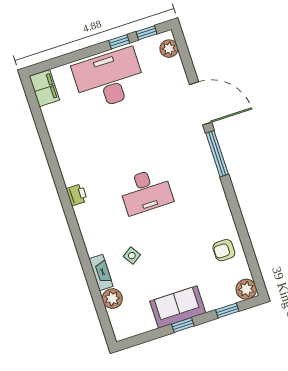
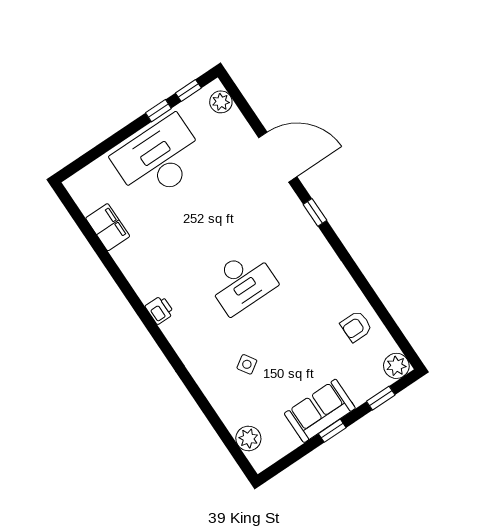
filing cabinet: (44, 88) -> (108, 227), moved
window: (217, 154) -> (315, 212), width x0.46
fireplace: (101, 272) -> (215, 395), removed
plant: (112, 299) -> (248, 438), moved

